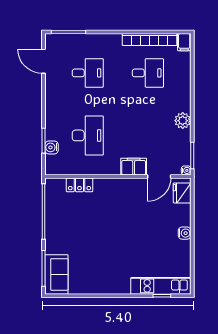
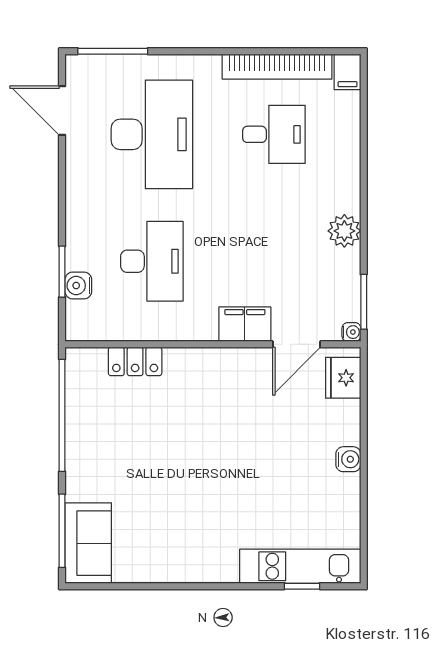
desk: (88, 73) -> (152, 134), width x1.87, depth x1.30

